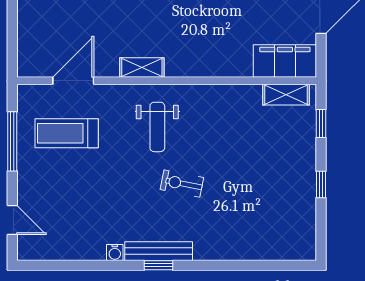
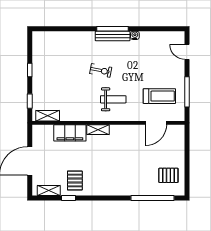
filing cabinet: (285, 61) -> (70, 133), moved
shelving: (142, 67) -> (98, 130), moved
weight bench: (157, 127) -> (113, 99), turned 90
window: (159, 265) -> (113, 29), width x2.17

